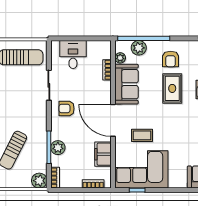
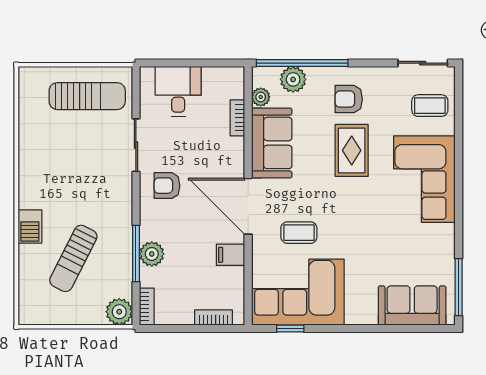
armchair: (171, 59) -> (349, 99), turned 90
filing cabinet: (103, 154) -> (230, 255), width x0.50

